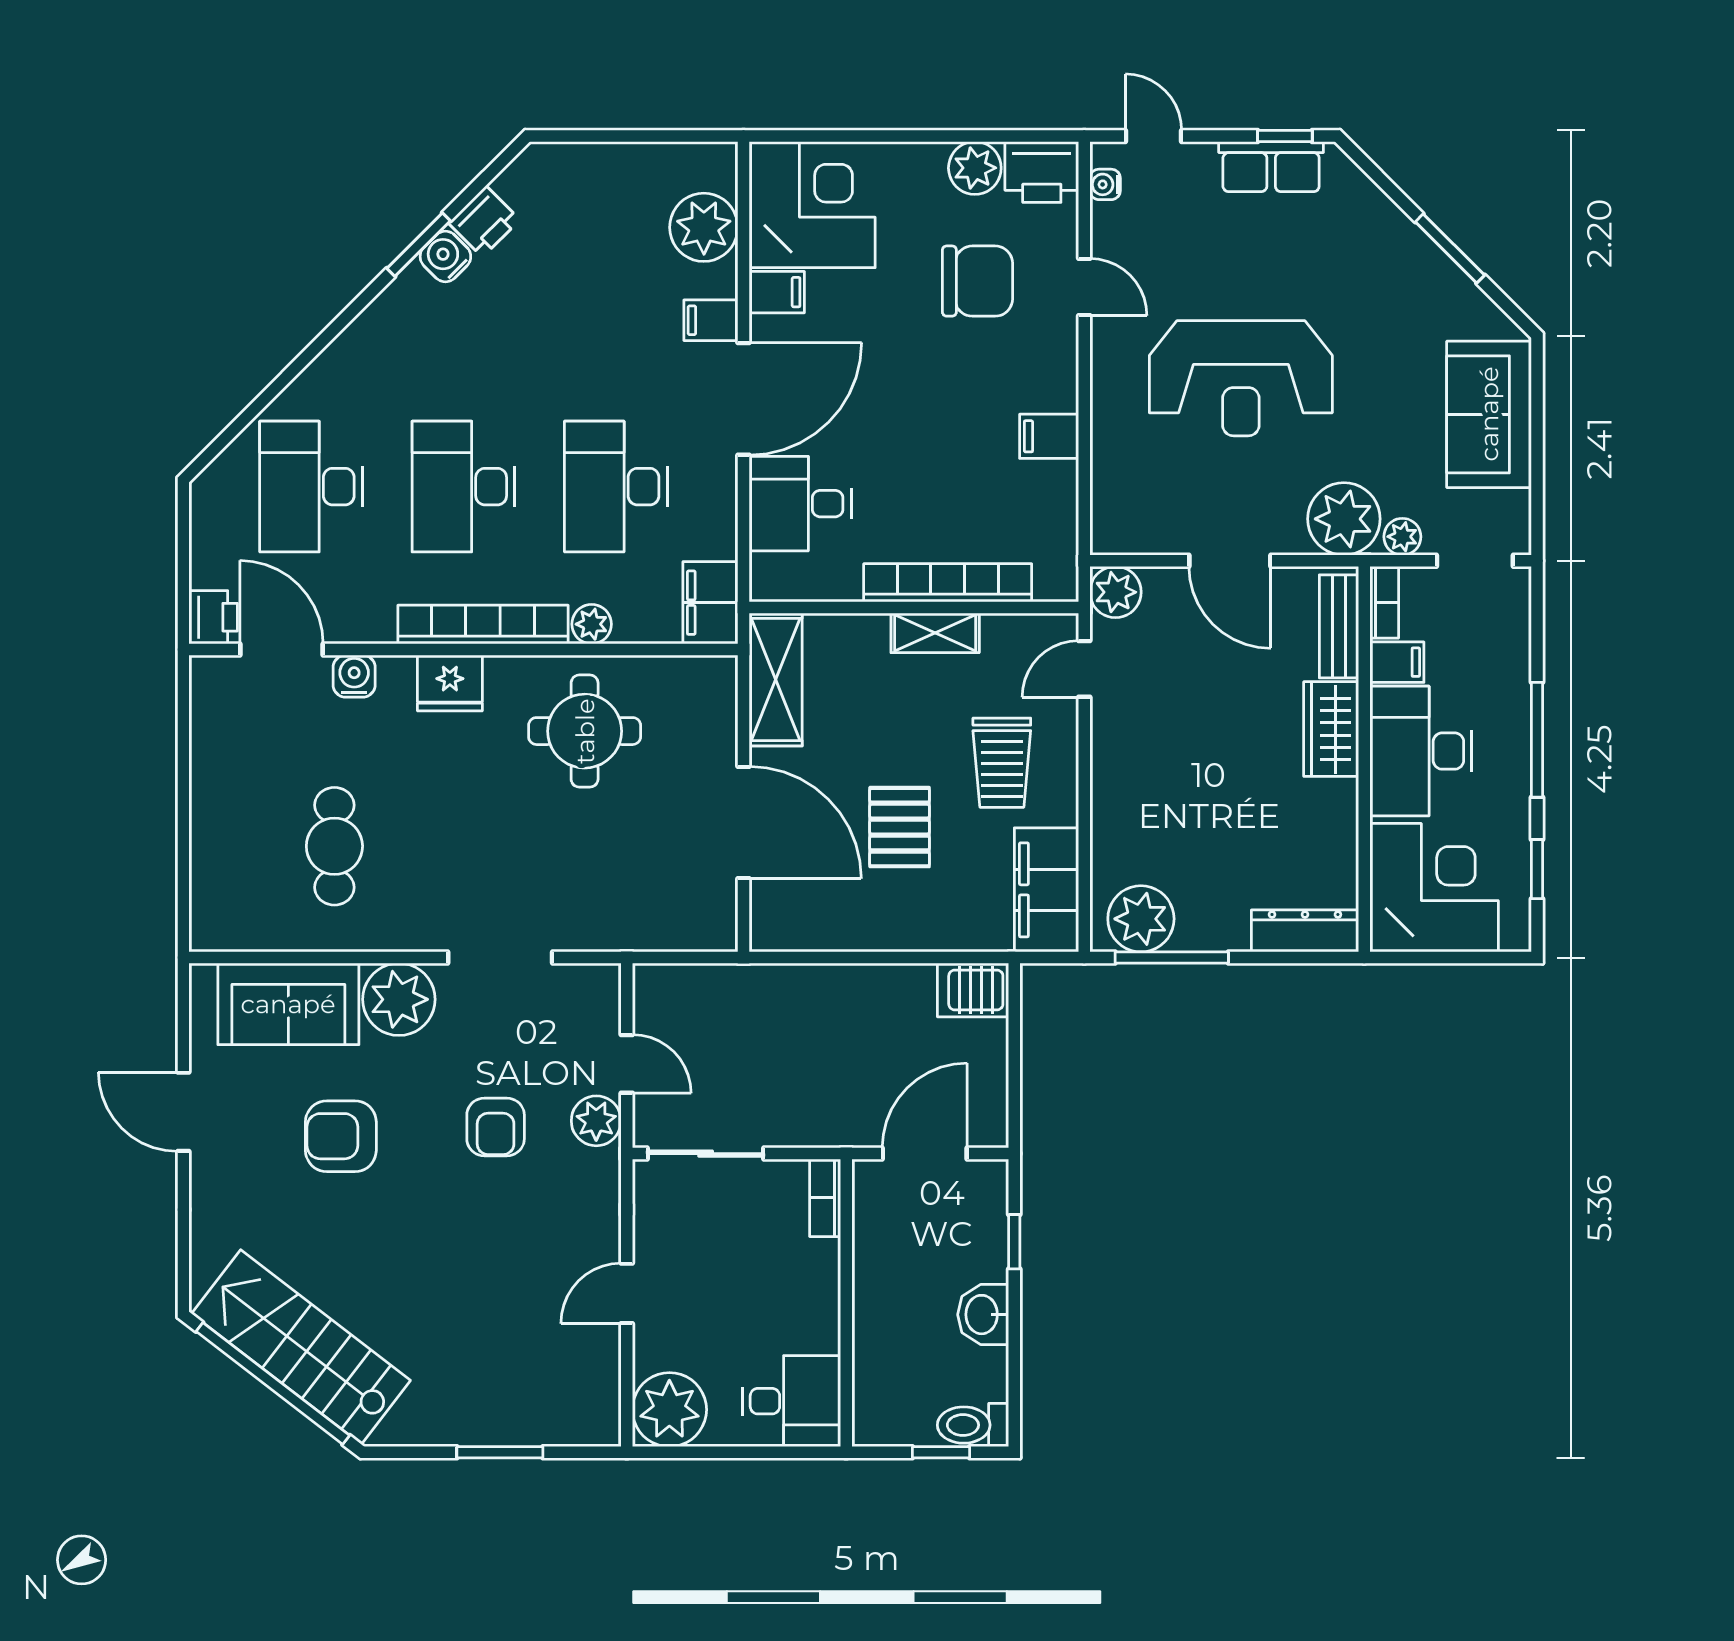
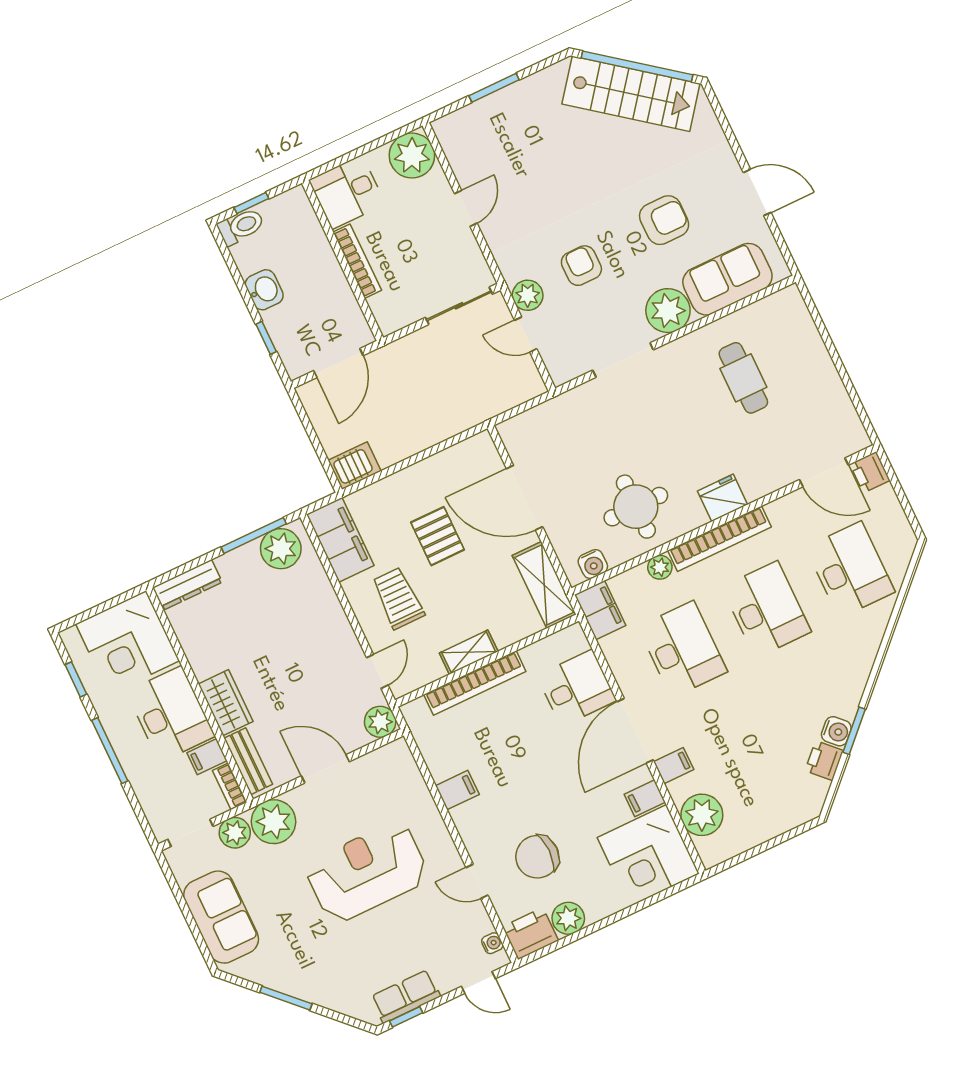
plant: (1402, 537) -> (235, 833), width x1.38, depth x1.38
water cooler: (354, 676) -> (593, 564), moved
bookcase: (825, 1198) -> (357, 261), moved, width x1.56

